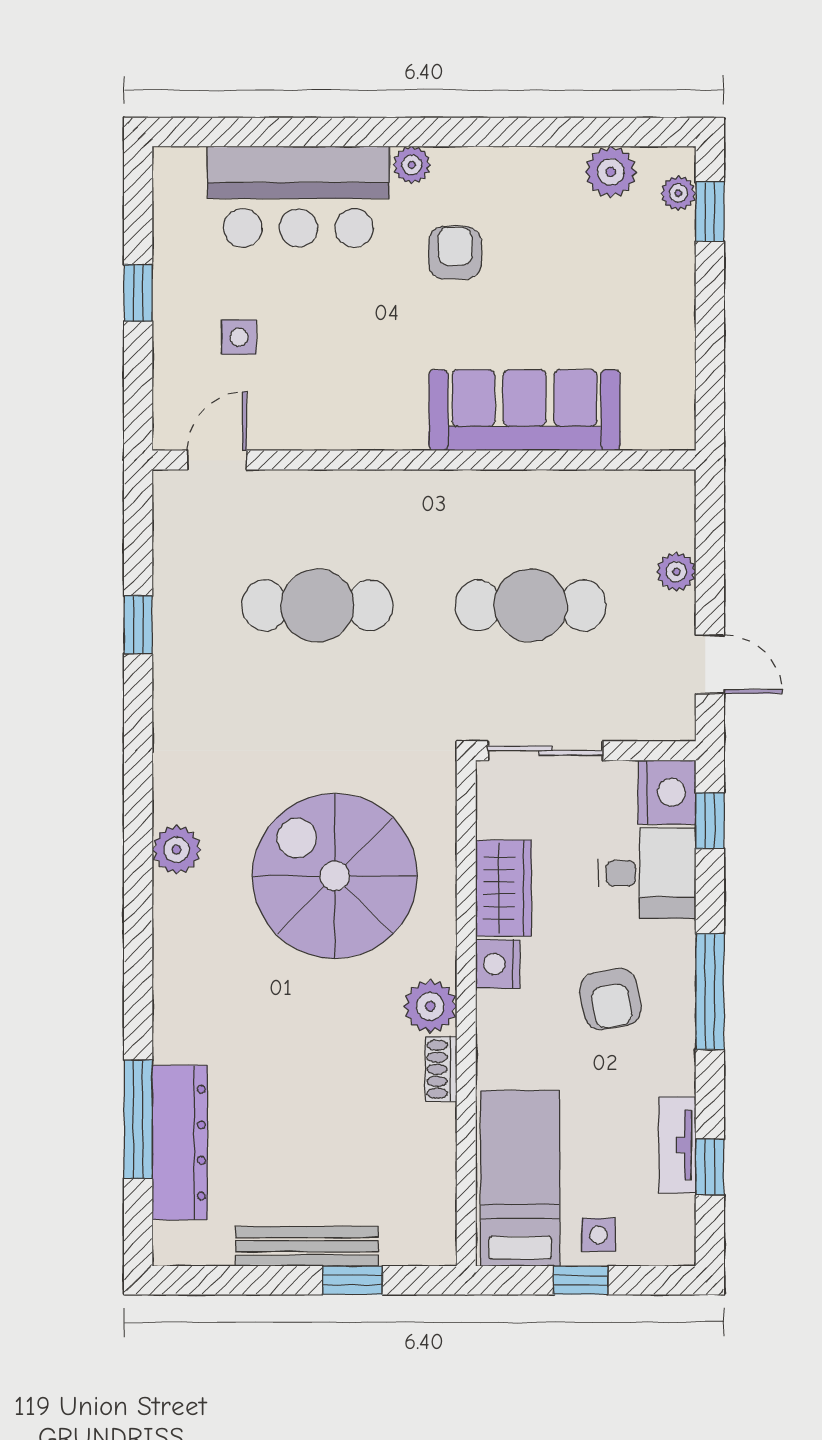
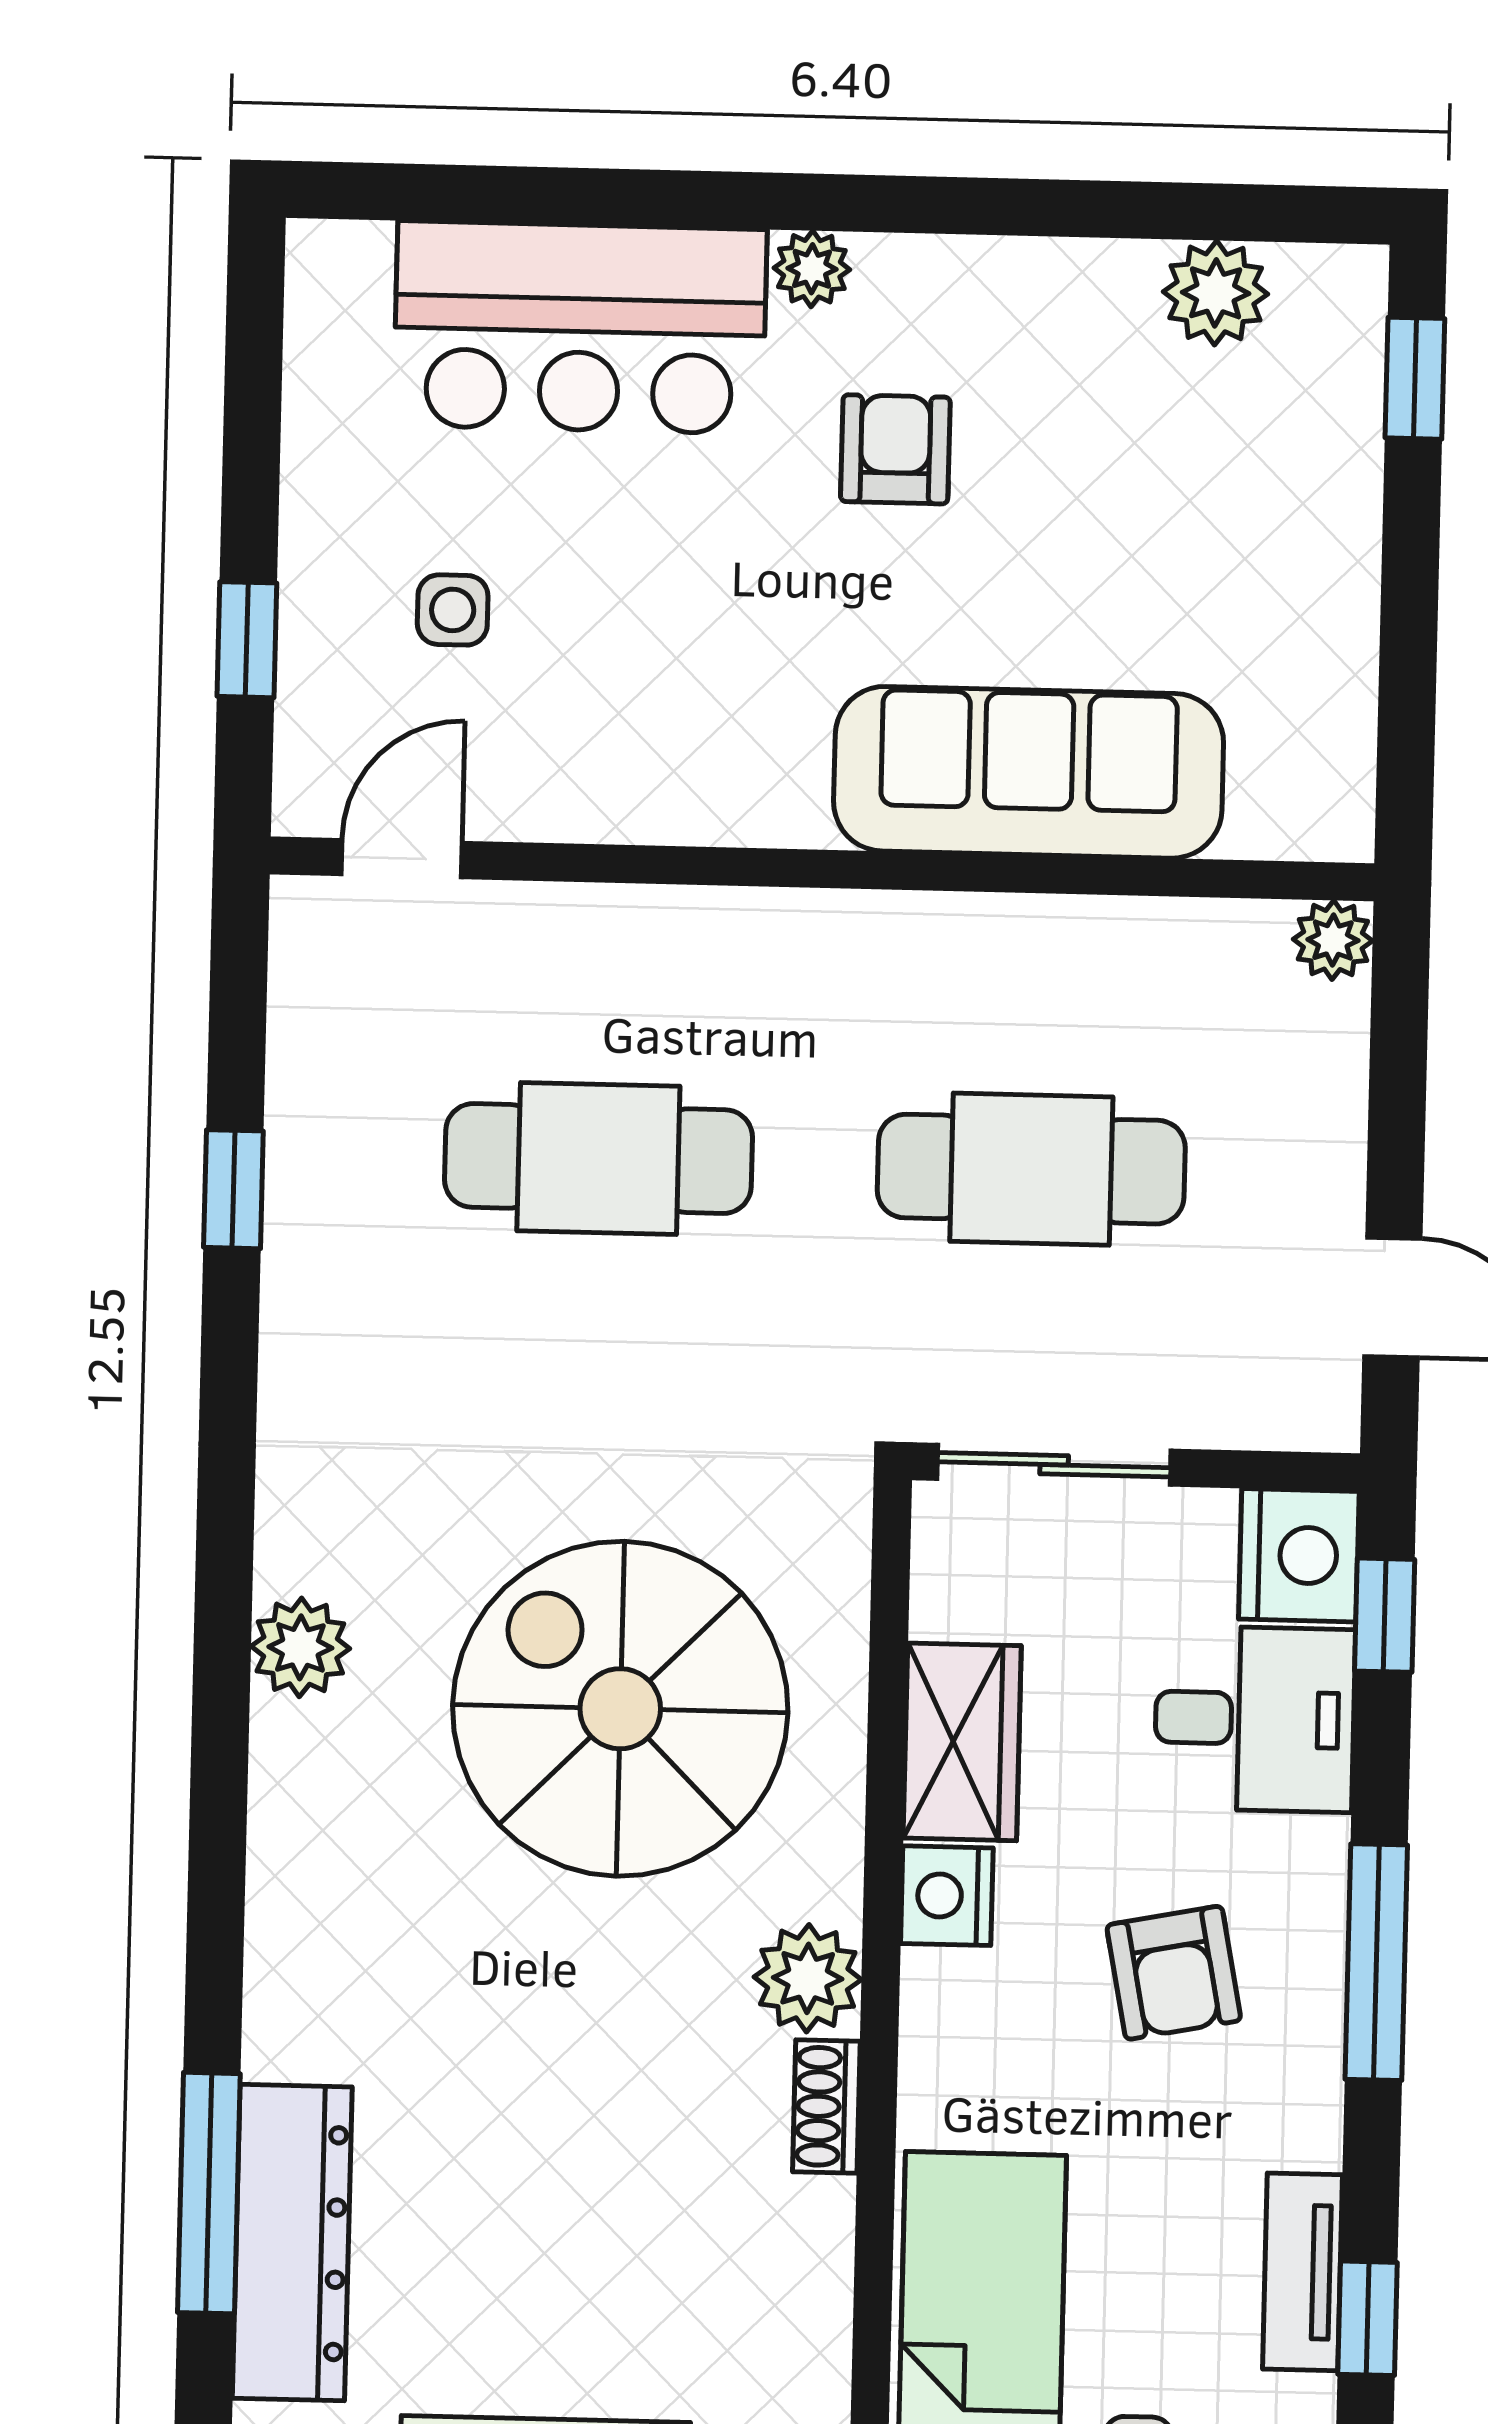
plant: (678, 193) -> (1352, 339), removed
window: (138, 293) -> (247, 640), moved
plant: (676, 572) -> (1333, 940), moved

